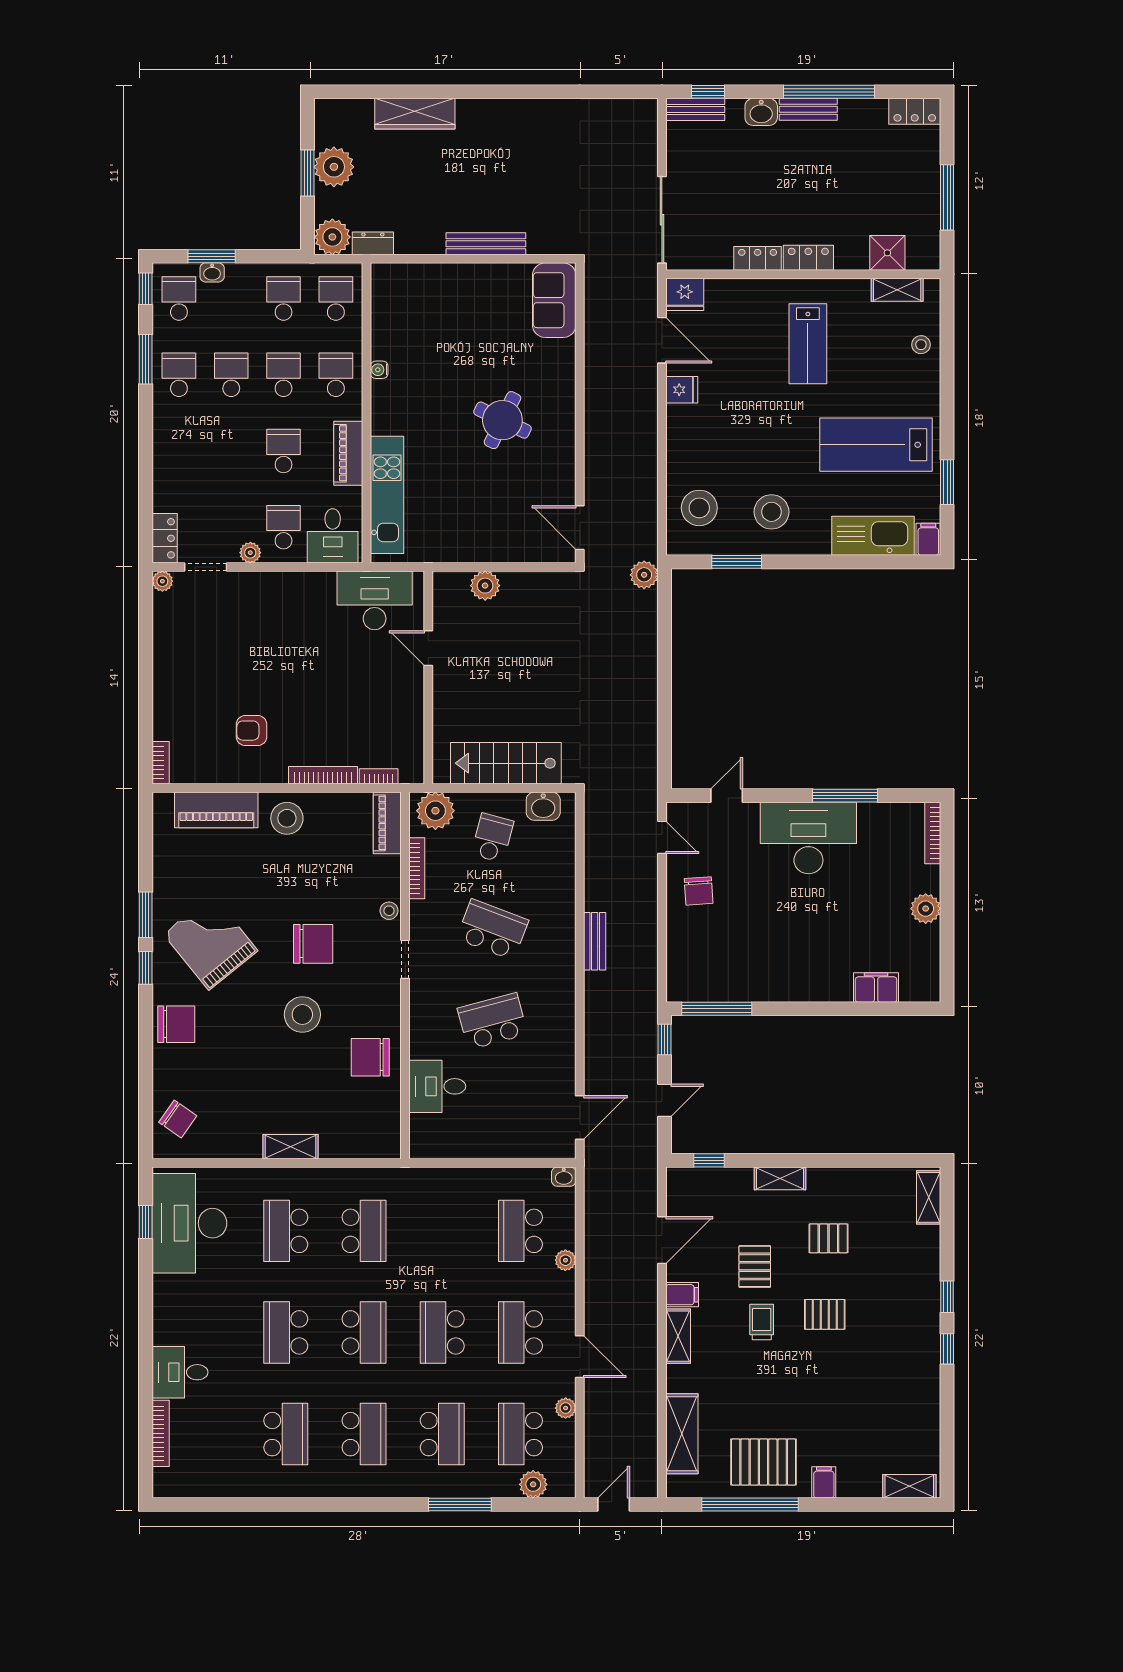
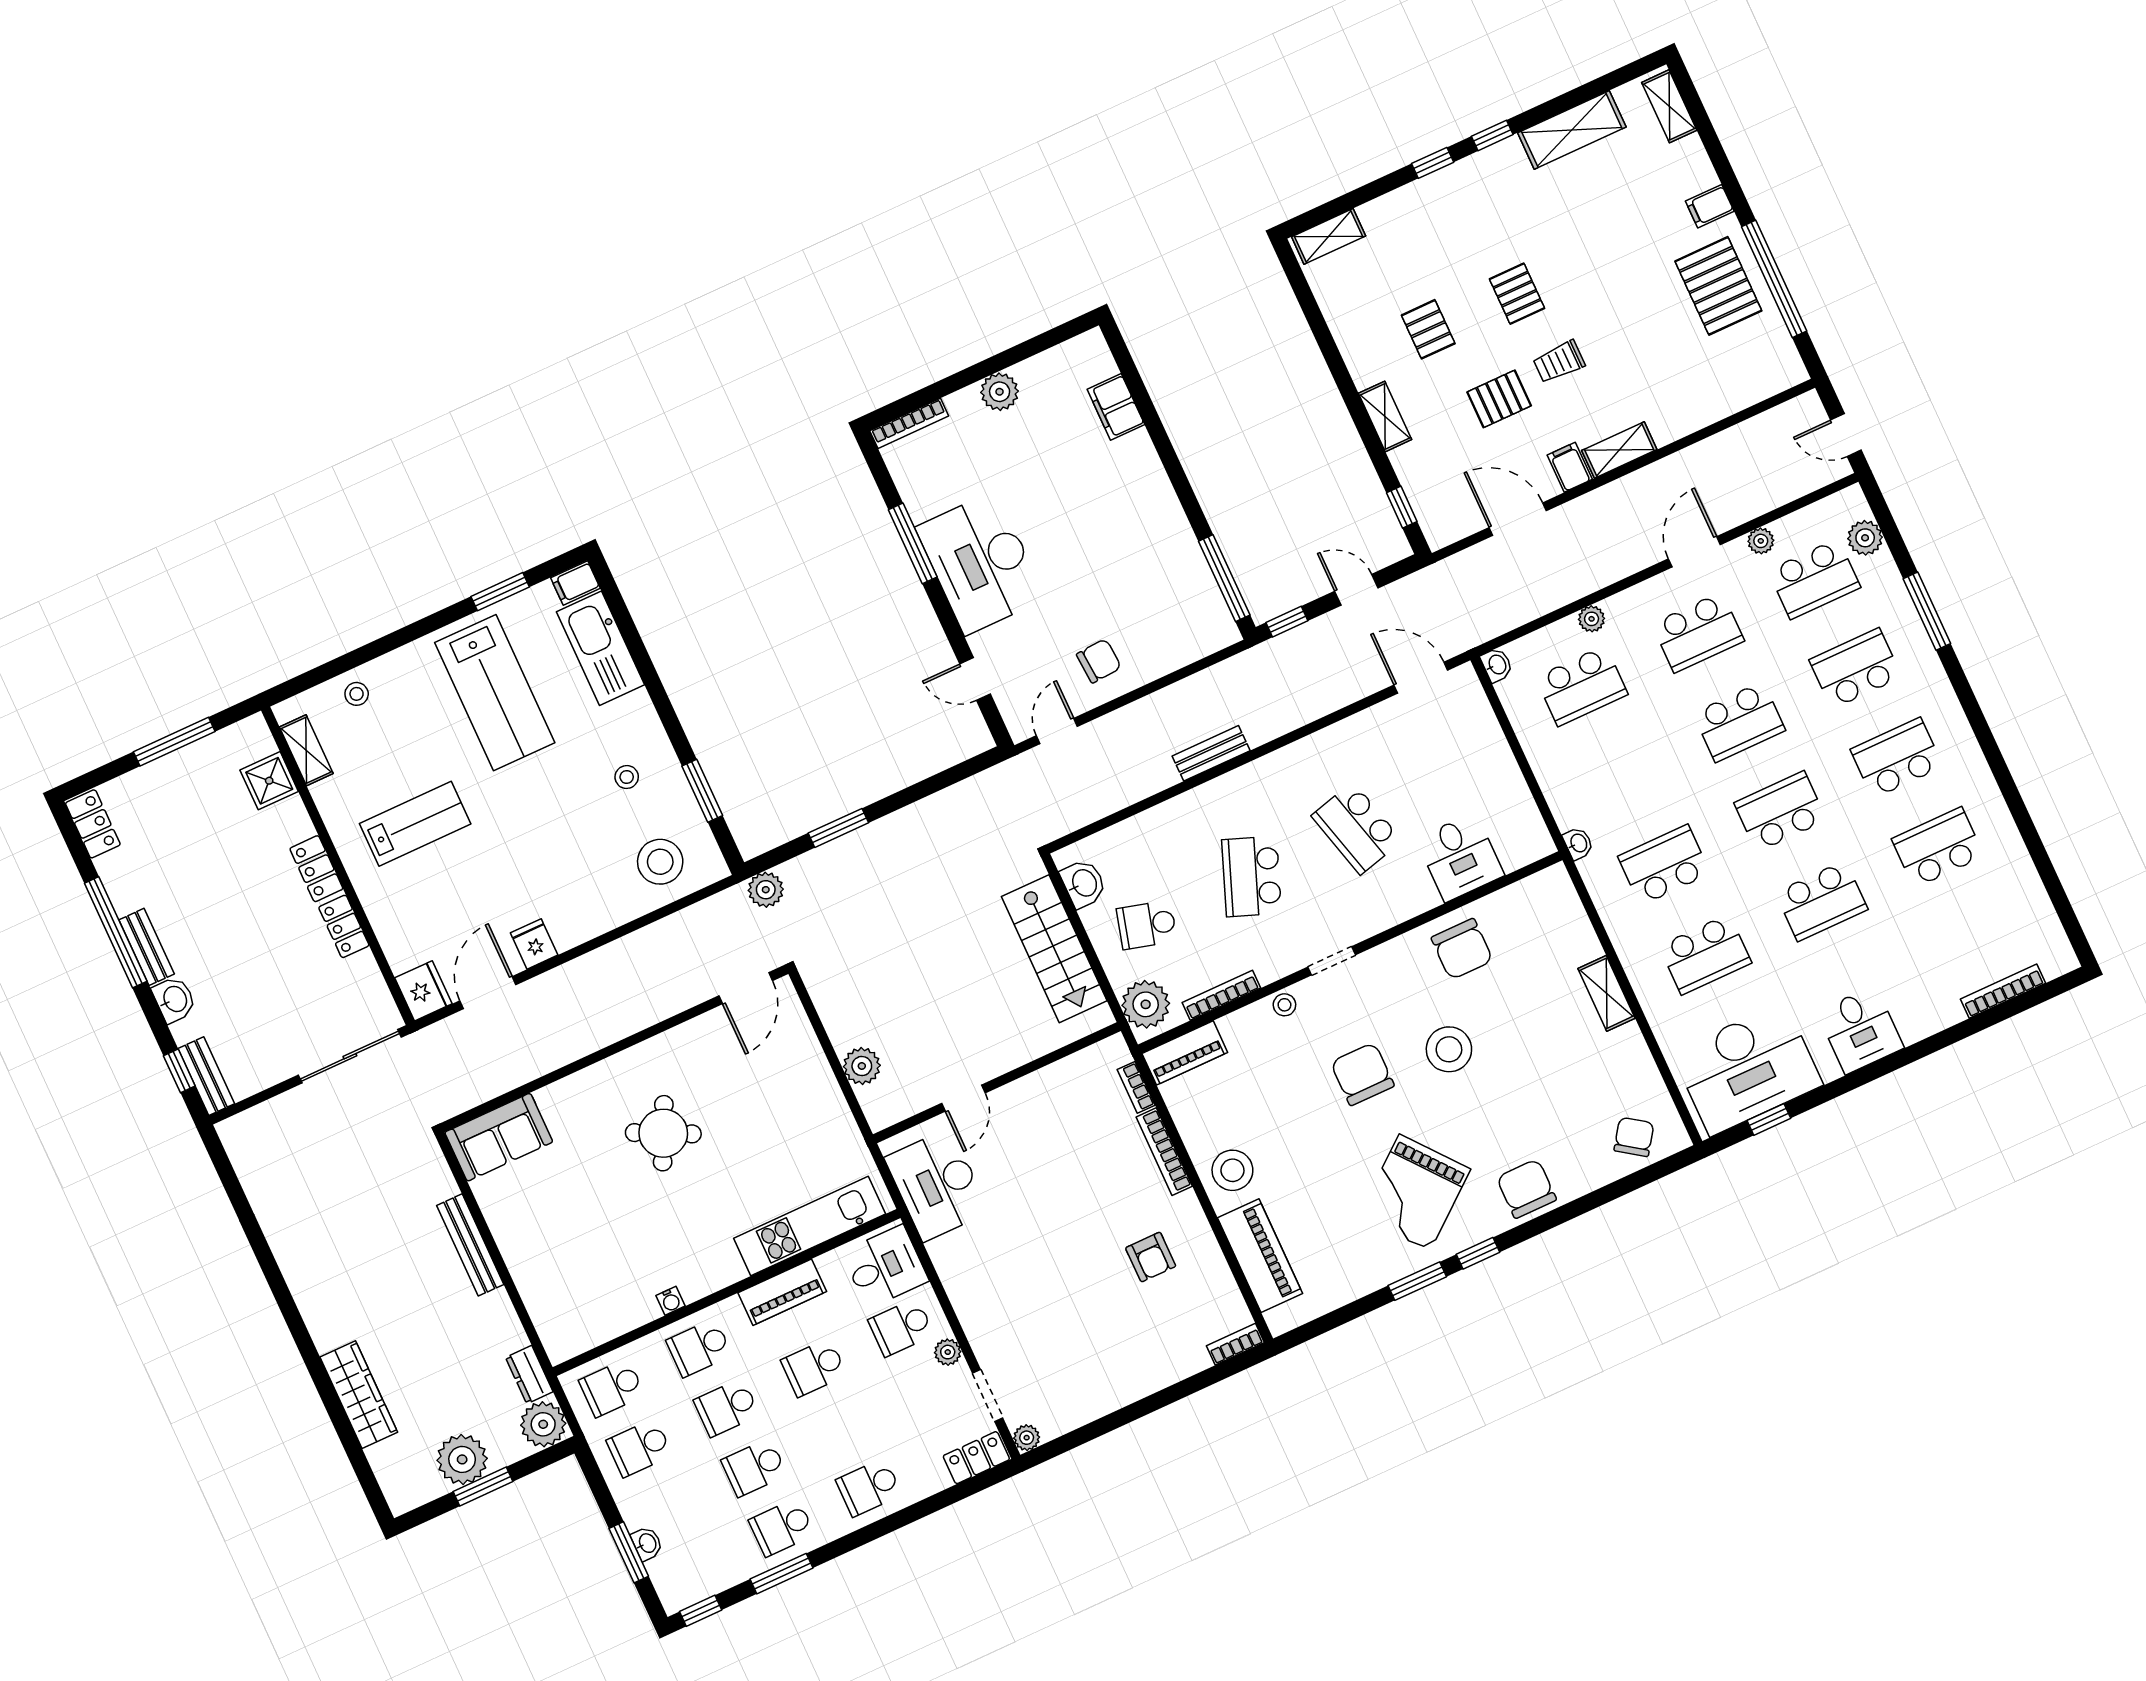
school desk: (179, 299) -> (869, 1487), moved
stool: (771, 512) -> (627, 777), width x0.53, depth x0.53
window: (665, 648) -> (838, 828), added
washbasin: (408, 1176) -> (1578, 843), added
desk: (180, 1372) -> (1860, 1030), moved
shelving: (682, 1434) -> (1572, 130), moved

